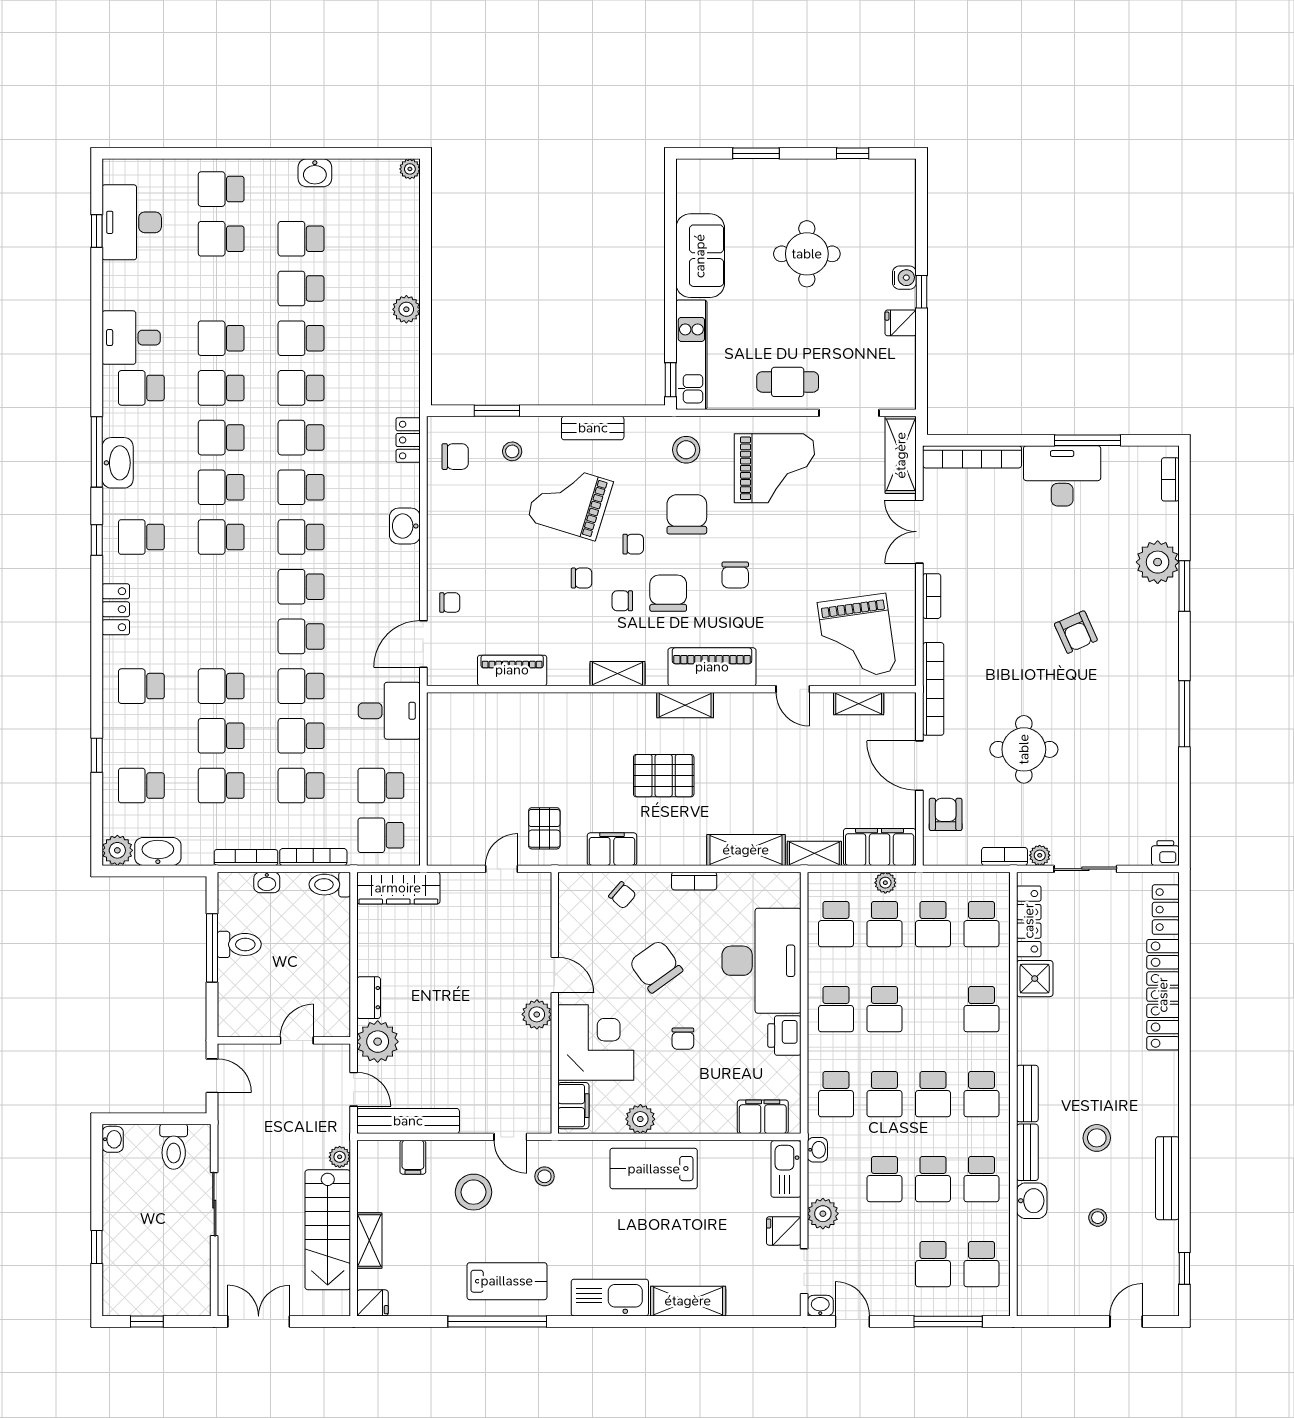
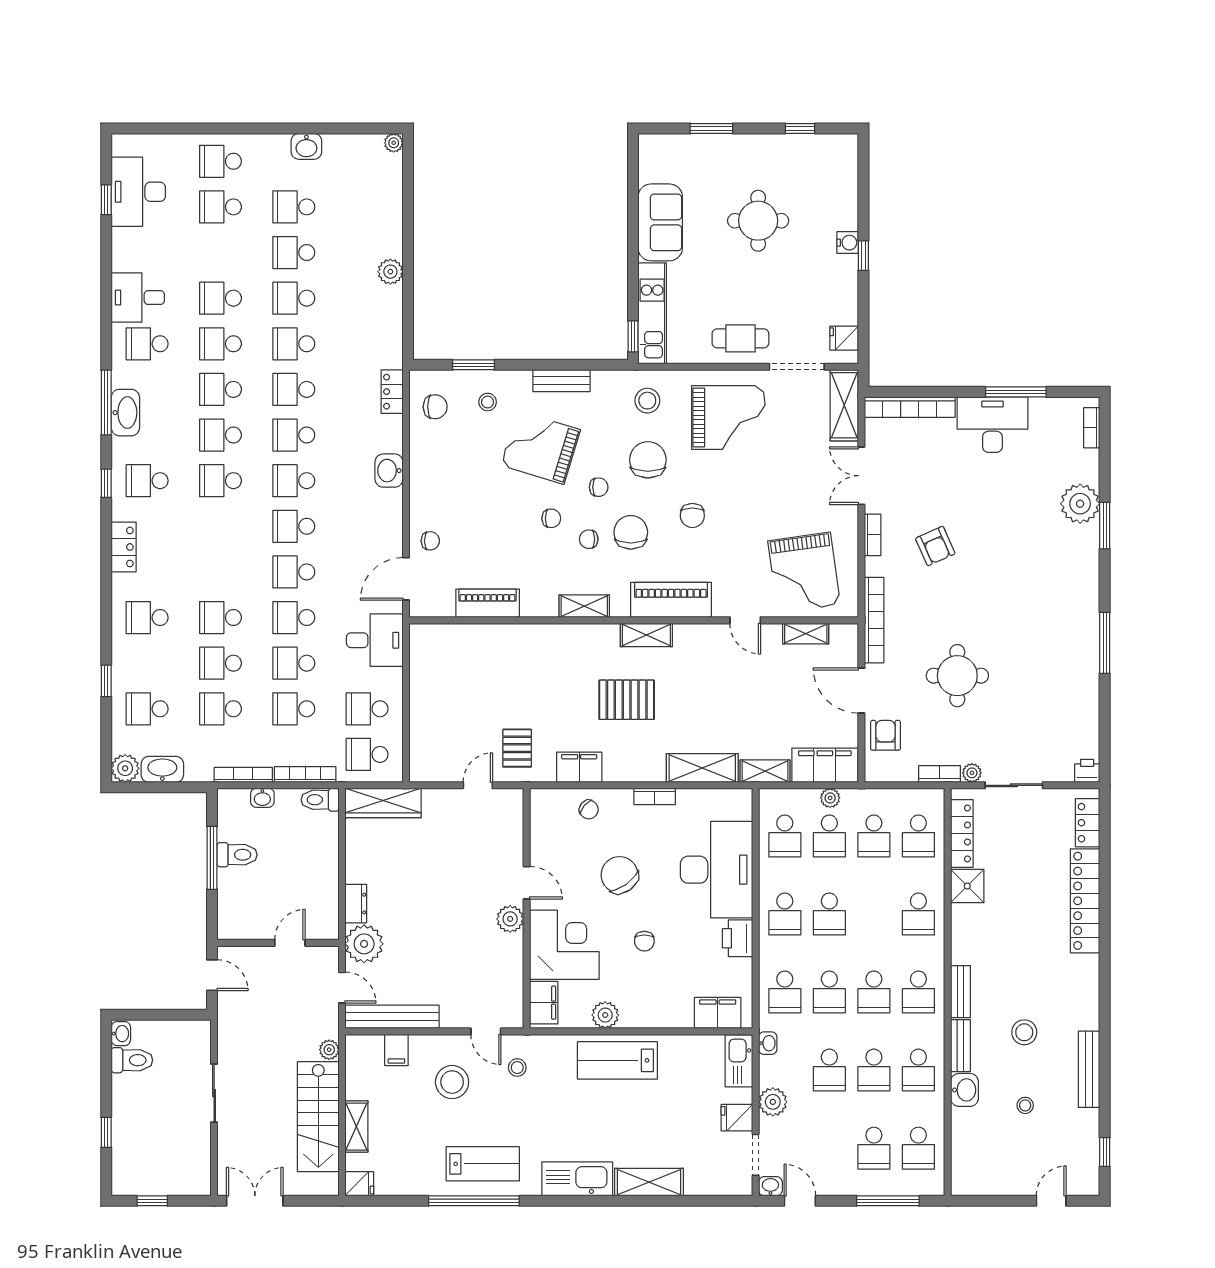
fridge: (901, 323) -> (844, 338), moved
armchair: (1076, 632) -> (935, 546), moved
toilet: (174, 1147) -> (132, 1060), moved, turned -90

